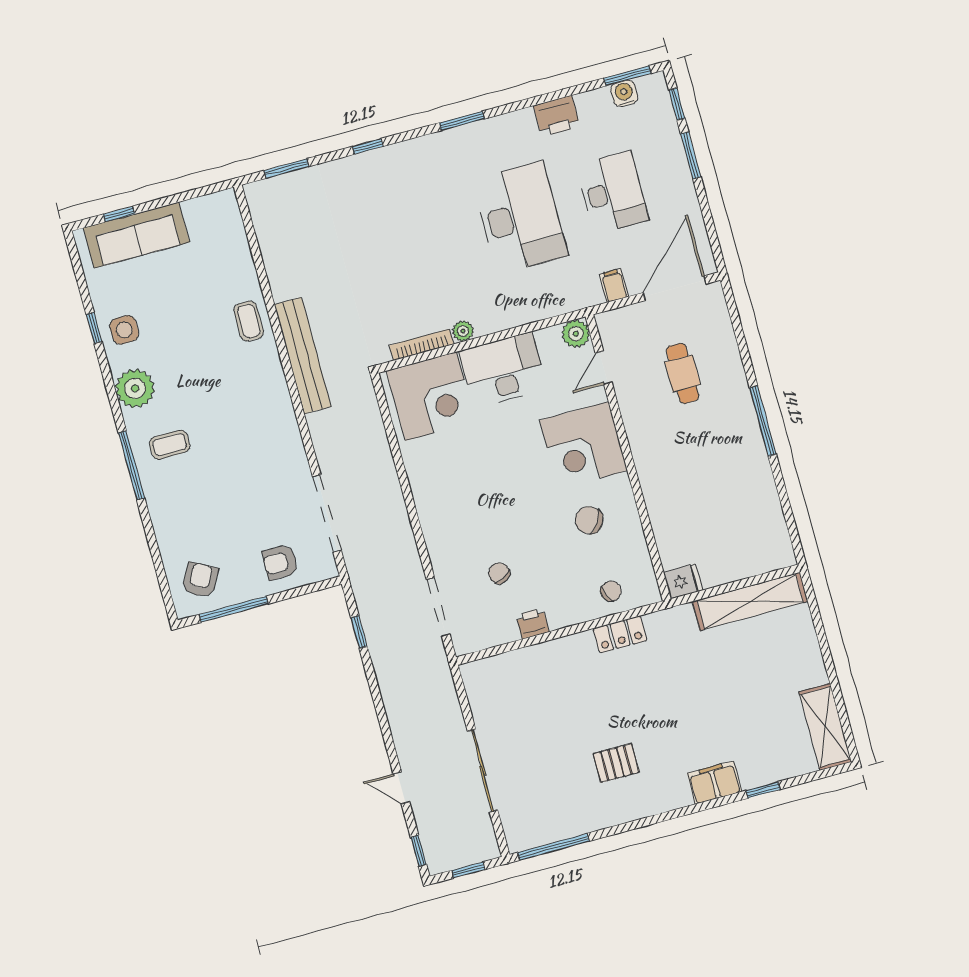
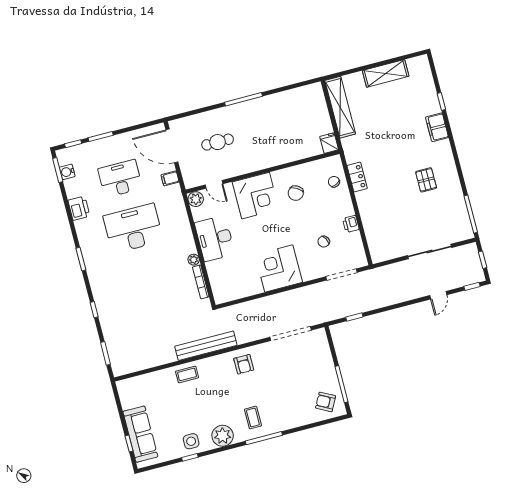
corner desk: (431, 396) -> (279, 269), moved, turned -90
armchair: (280, 562) -> (244, 364), moved
shelving: (825, 727) -> (386, 73), moved

